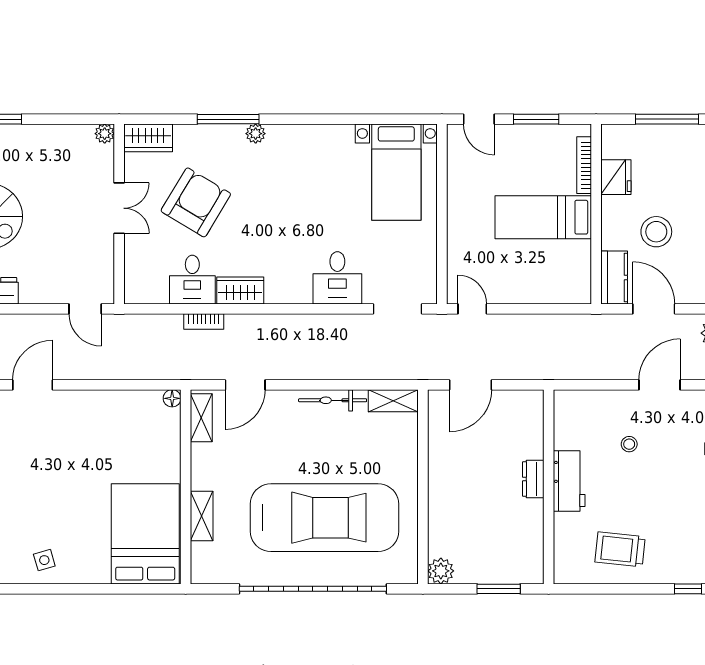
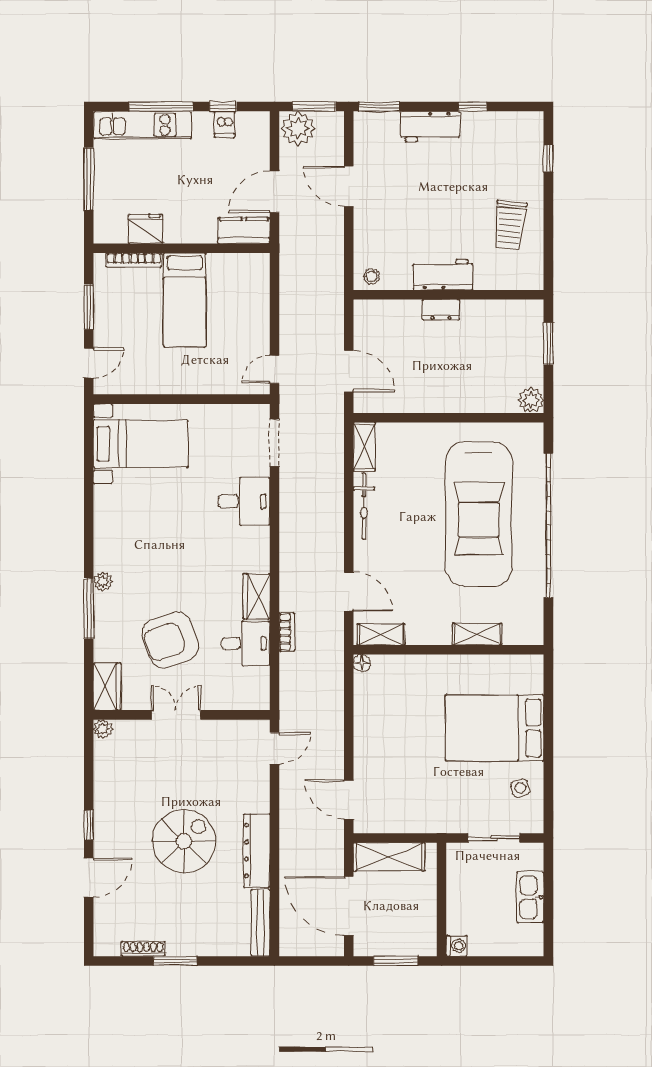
armchair: (196, 202) -> (170, 640), turned -50
stool: (656, 232) -> (199, 189), removed
stool: (629, 444) -> (372, 276), moved
car: (324, 518) -> (479, 514), turned 180
bed: (145, 534) -> (495, 728), moved

